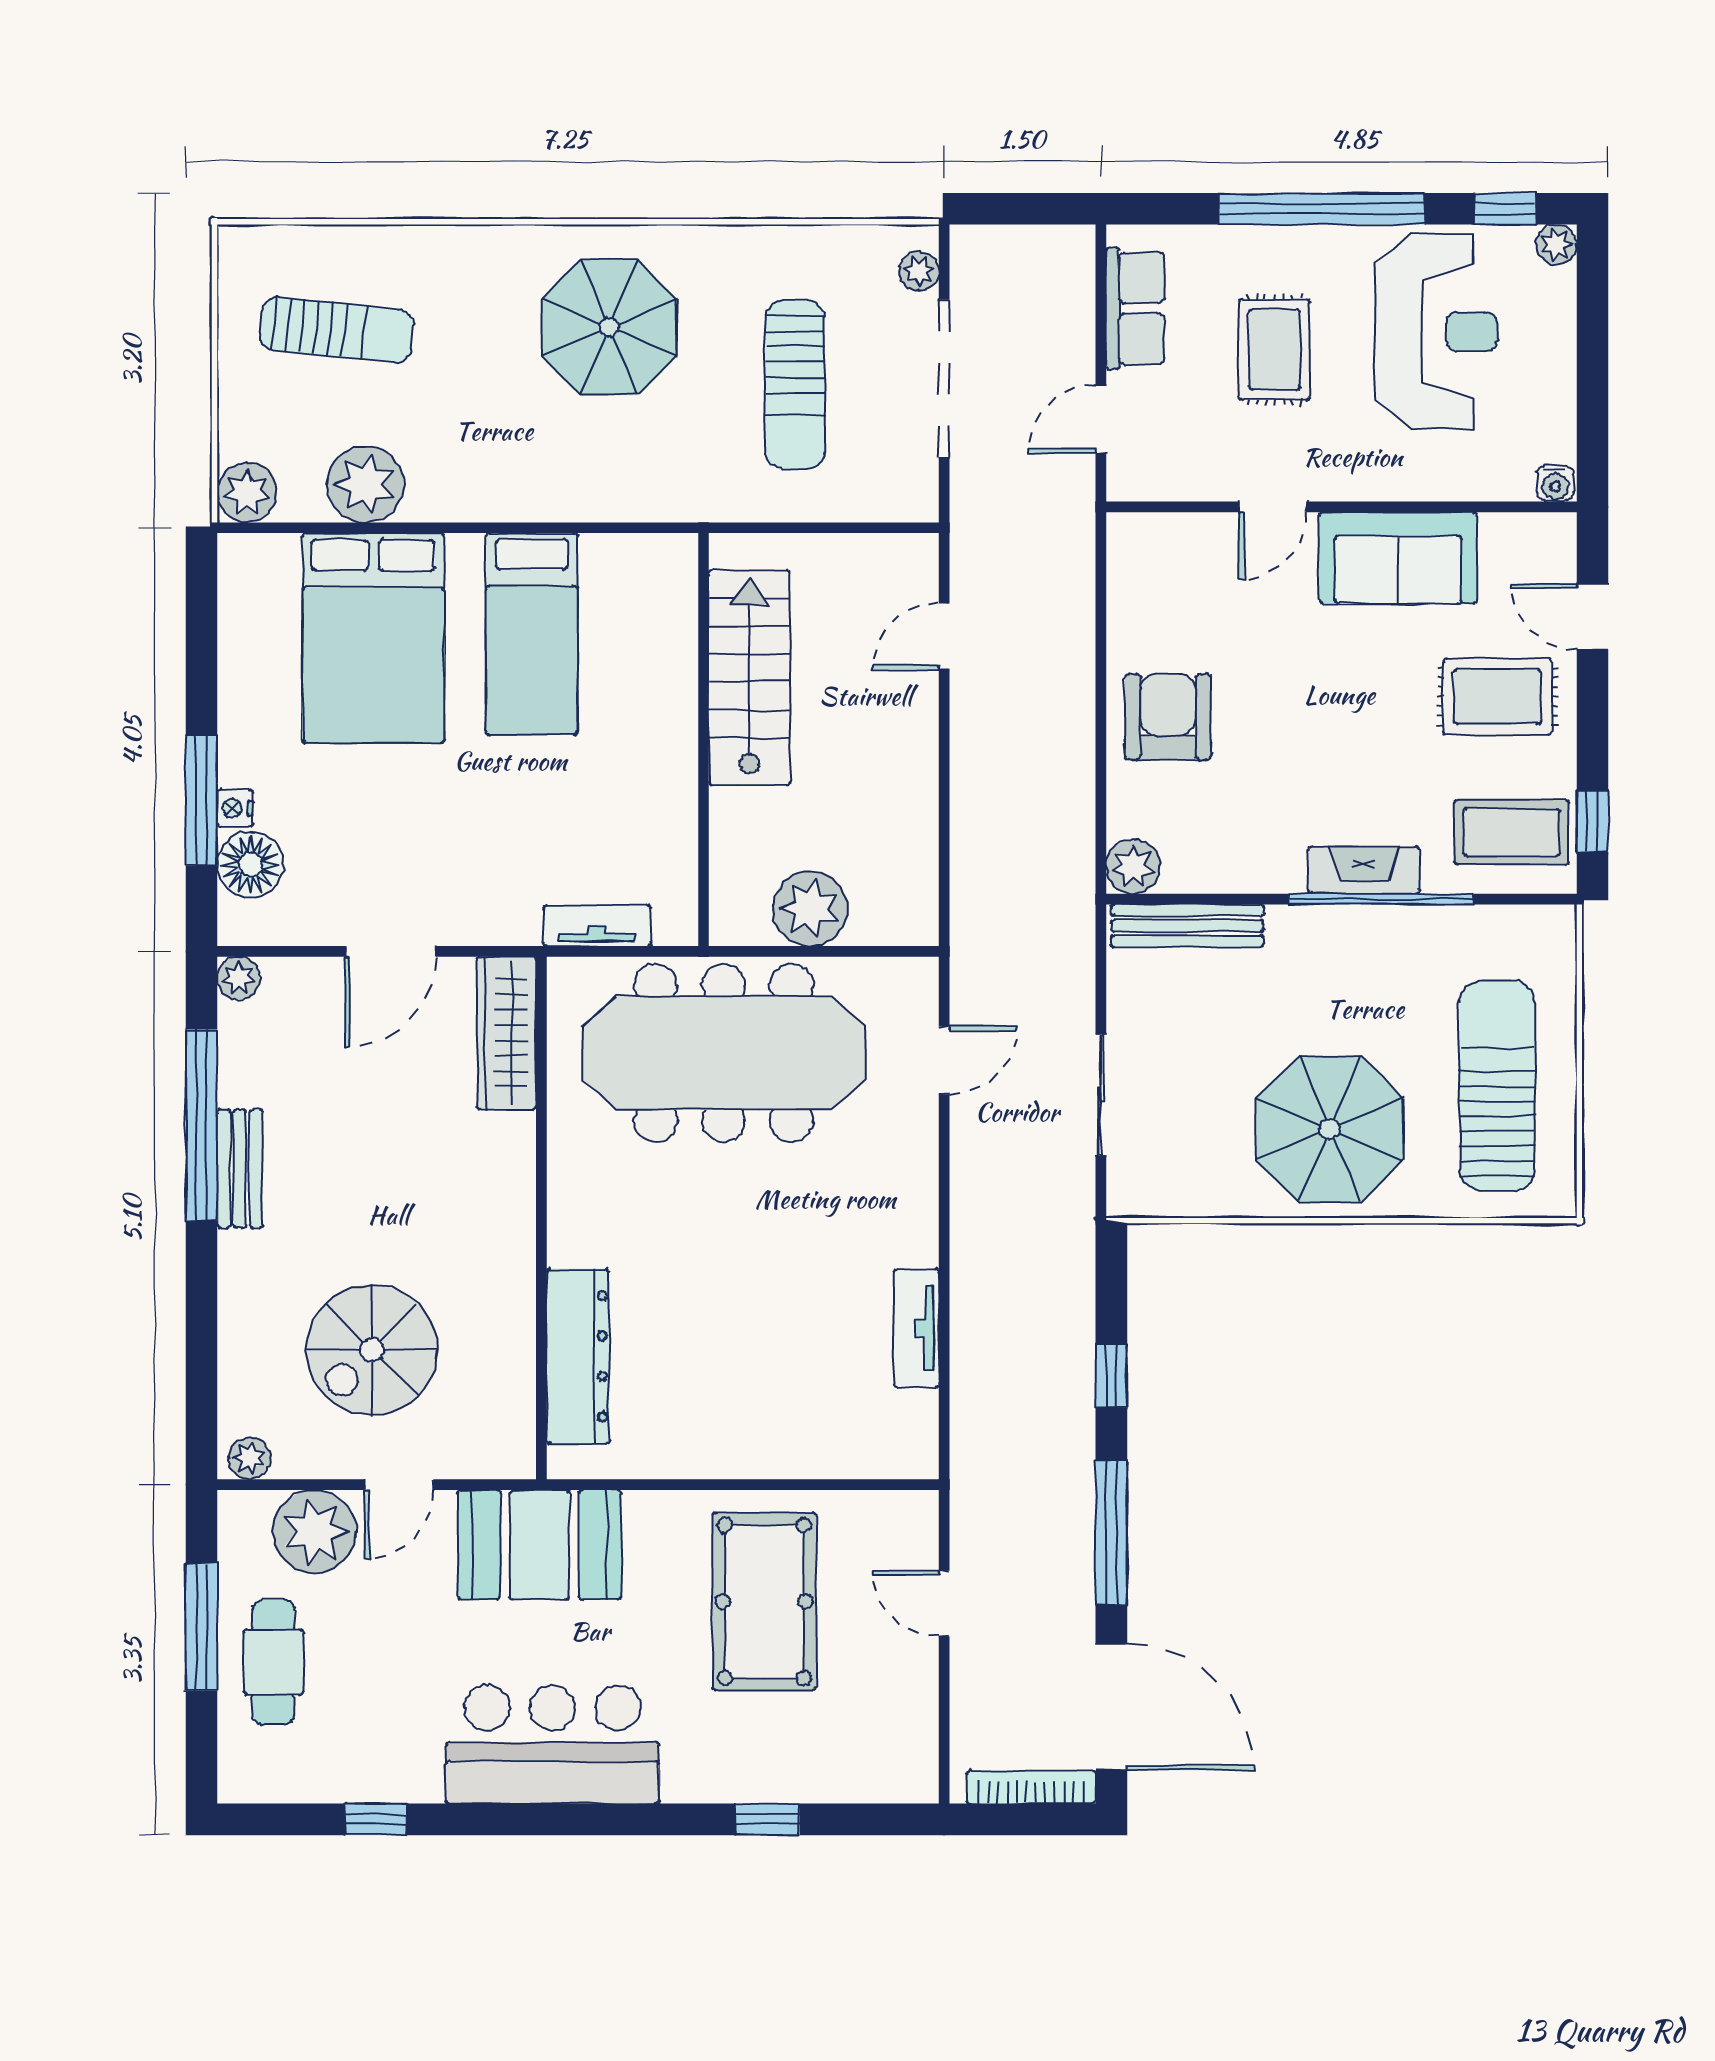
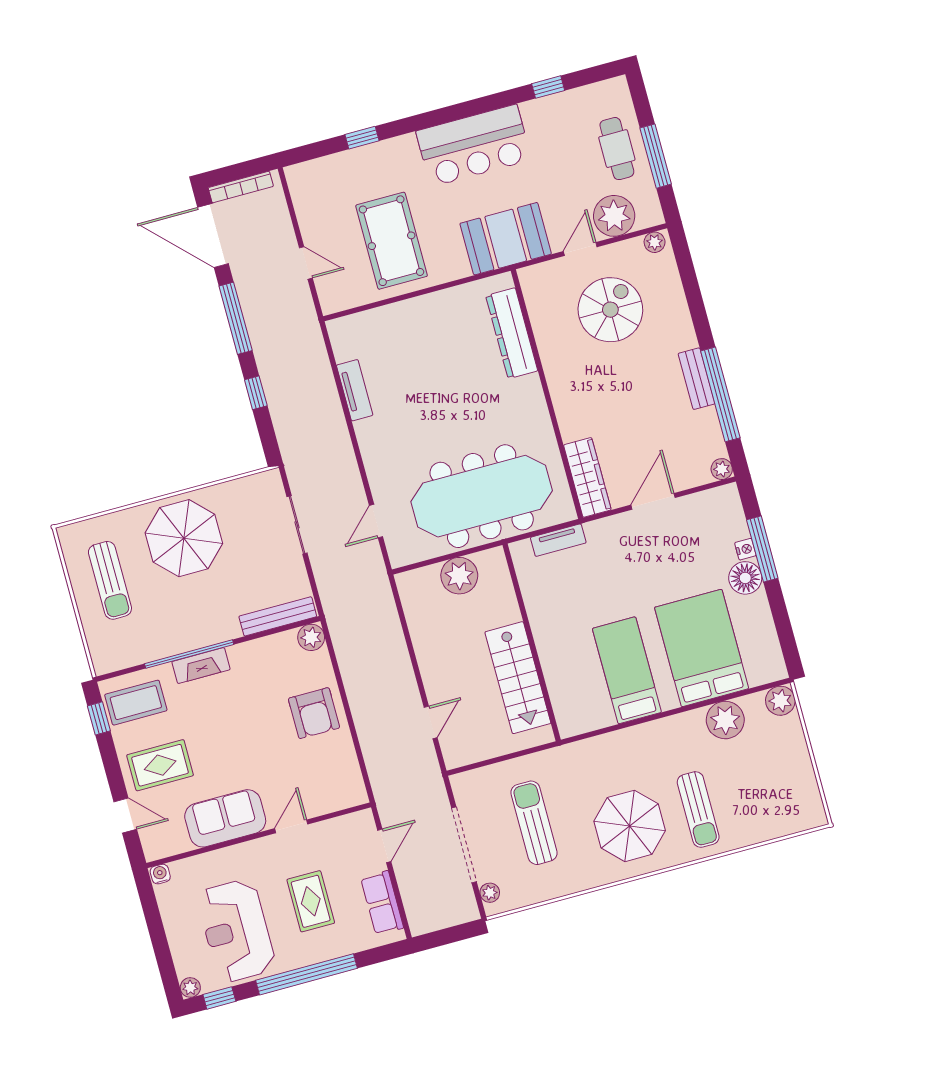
sun lounger: (336, 330) -> (698, 809), moved, turned -96
floor lamp: (250, 865) -> (745, 578), moved
sun lounger: (1497, 1086) -> (110, 580), width x0.73, depth x0.75

